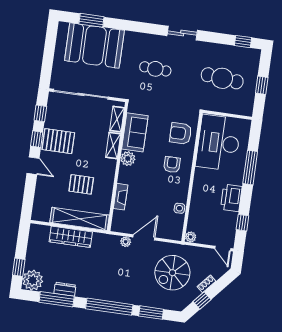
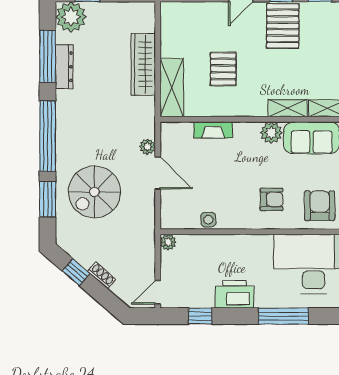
shelving: (80, 219) -> (172, 88), width x0.68
spiral stairs: (172, 273) -> (94, 192), moved, turned -90
dresser: (65, 289) -> (64, 67), width x1.44

